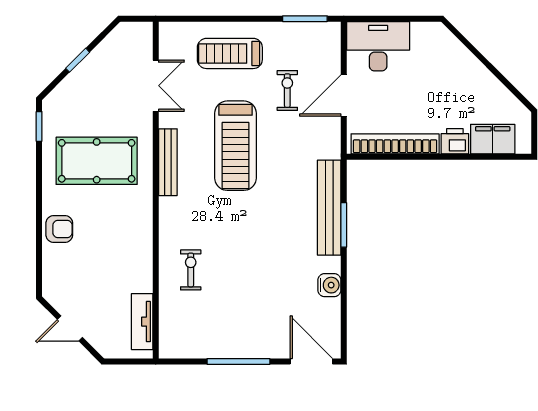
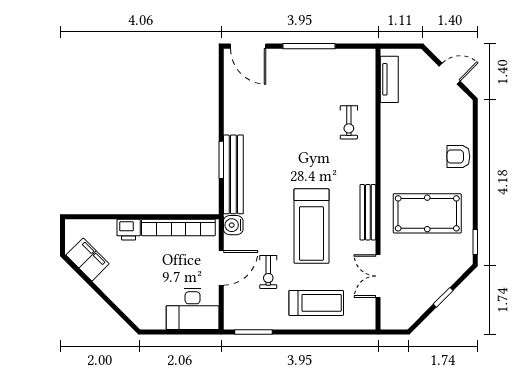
filing cabinet: (493, 139) -> (88, 259), moved, turned -135
treadmill: (236, 146) -> (311, 226), turned 180
water cooler: (329, 285) -> (233, 225), moved

